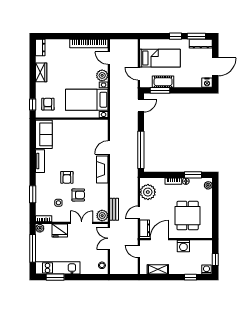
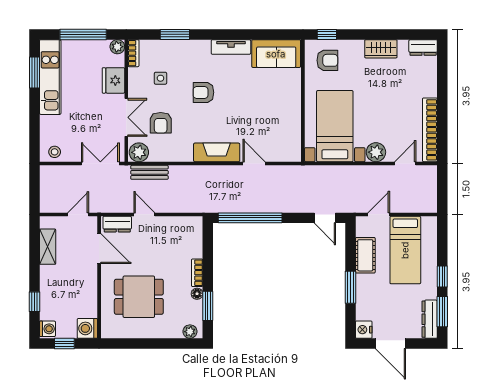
window: (160, 90) -> (350, 287), moved
plant: (148, 192) -> (179, 229), removed
armchair: (78, 195) -> (161, 123), moved
washing machine: (183, 246) -> (87, 328), moved

